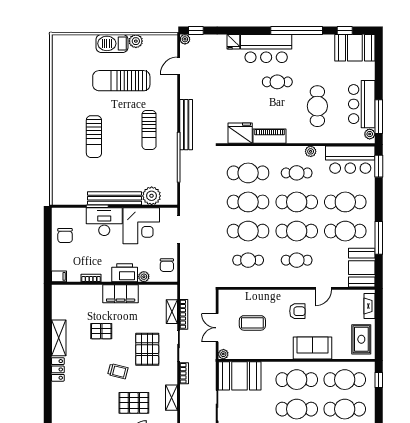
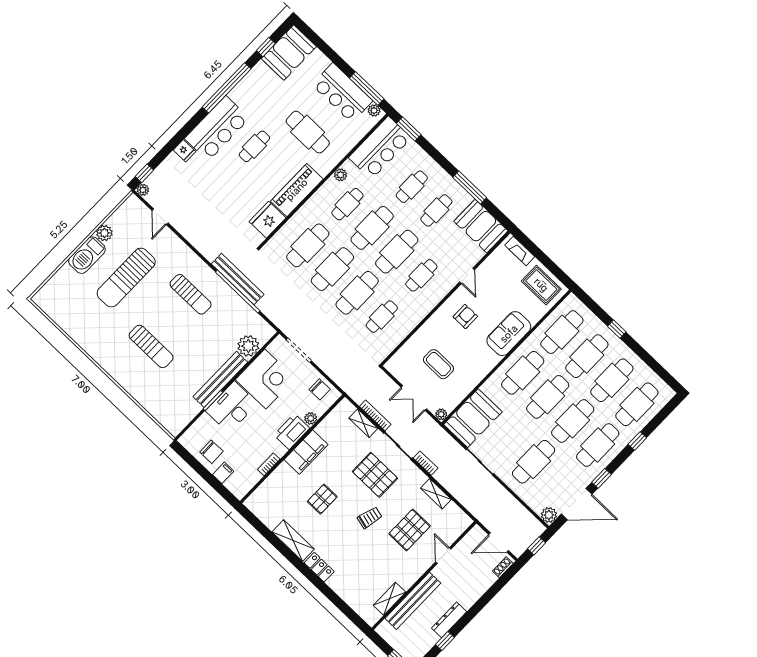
bench: (186, 125) -> (238, 279), moved
piano: (270, 136) -> (297, 190), width x1.37, depth x1.33
cafe table: (345, 202) -> (412, 187), width x0.73, depth x0.74
cafe table: (345, 231) -> (436, 210), width x0.73, depth x0.74
filing cabinet: (59, 276) -> (223, 473), moved
coffee table: (252, 323) -> (438, 364), turned 90
window: (379, 380) -> (617, 329), moved

